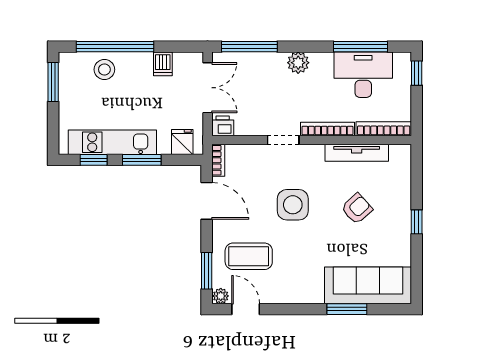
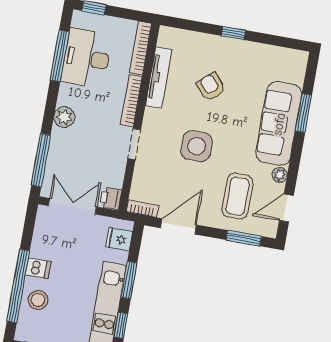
dishwasher: (163, 64) -> (38, 268), moved
sofa: (368, 285) -> (279, 124), moved
plant: (221, 296) -> (280, 175), moved

